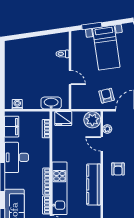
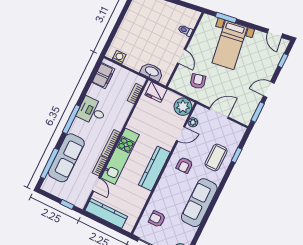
armchair: (107, 96) -> (198, 81), moved
door: (102, 144) -> (181, 134), swing flipped
desk: (16, 157) -> (92, 111), width x0.73

